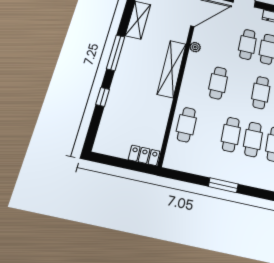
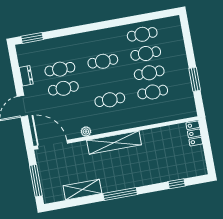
window: (103, 97) -> (177, 184), moved
cafe table: (186, 125) -> (153, 92), moved
window: (223, 185) -> (195, 79), moved

